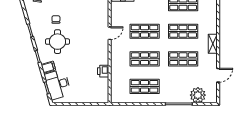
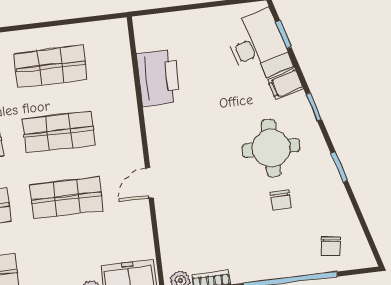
printer: (103, 71) -> (159, 78), width x1.87, depth x1.48

